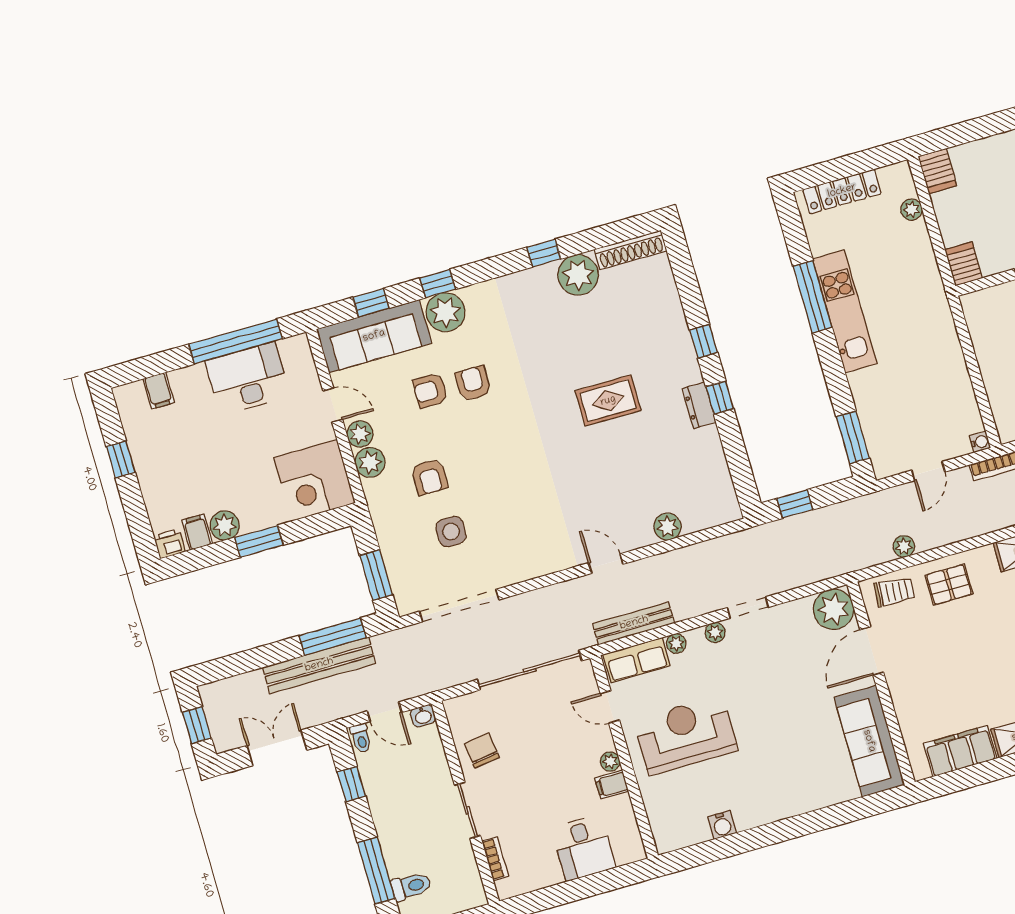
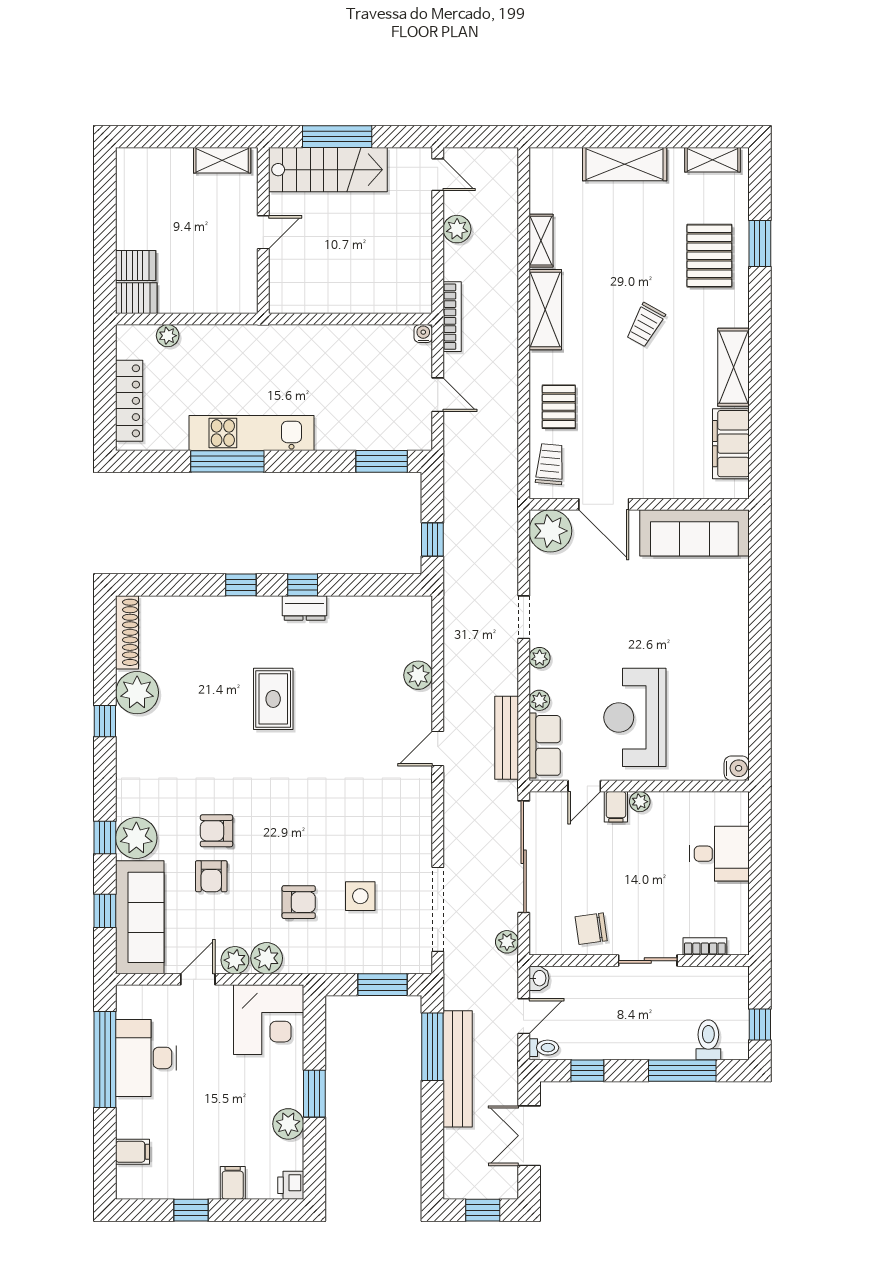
server rack: (964, 264) -> (136, 265), moved, turned 180
filing cabinet: (197, 532) -> (233, 1183), moved, turned 90
plant: (904, 546) -> (507, 942), moved
filing cabinet: (612, 785) -> (616, 807), moved
water cooler: (722, 825) -> (737, 768), moved

